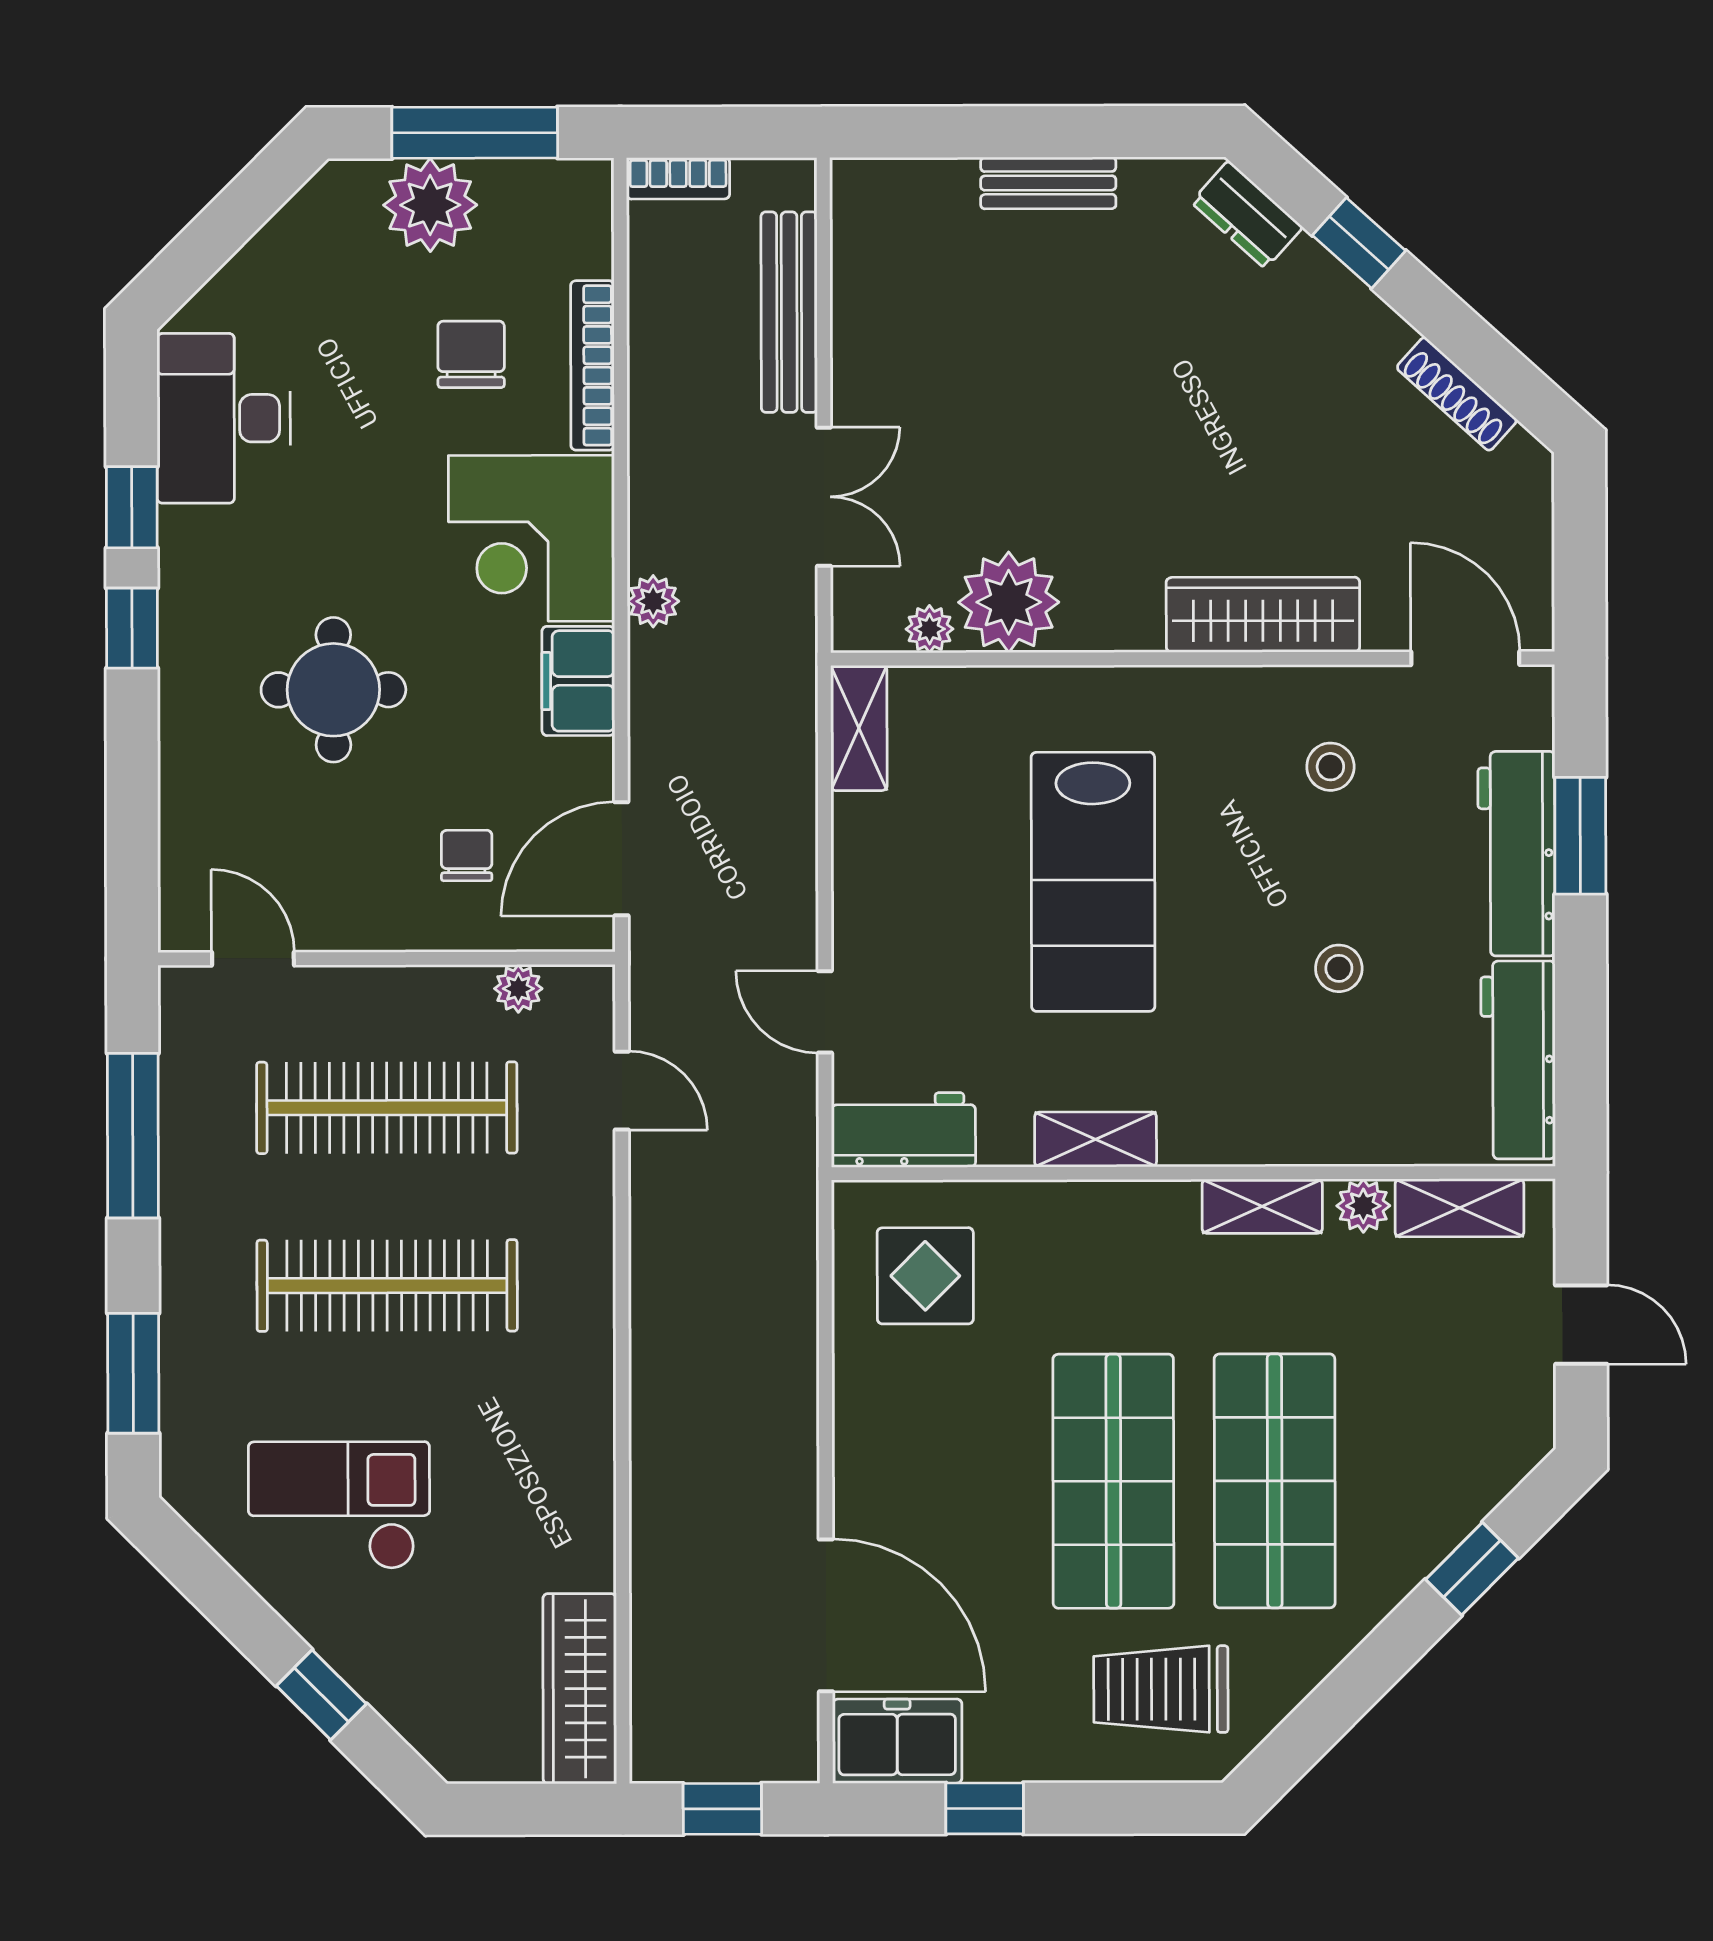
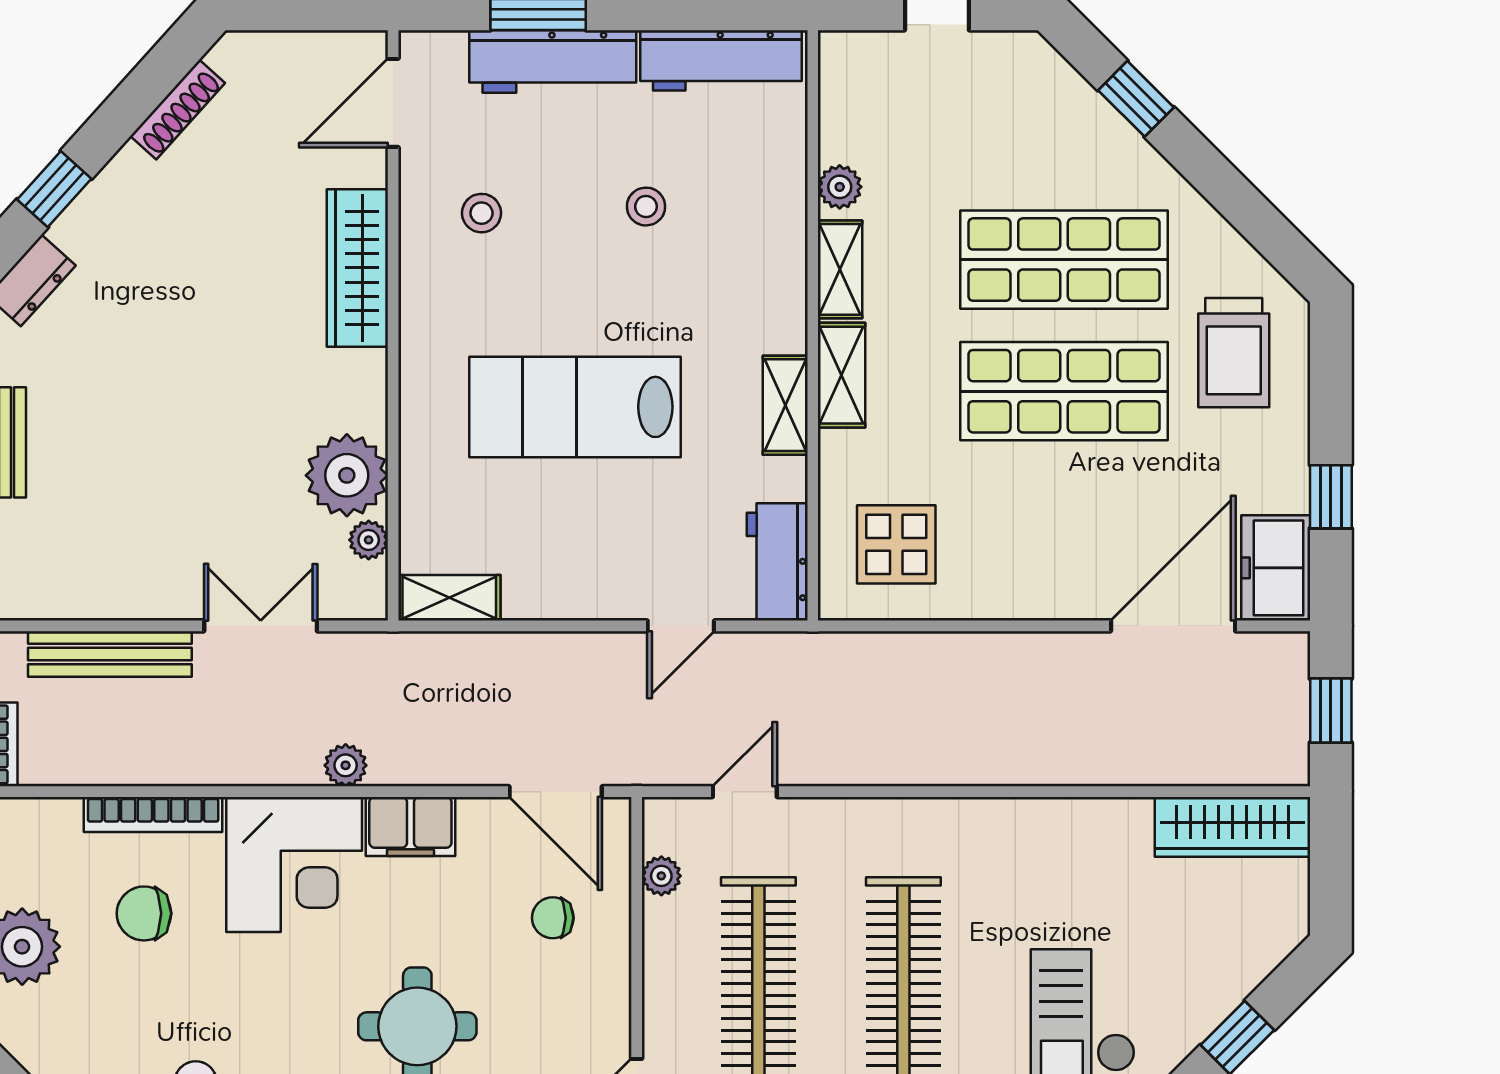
lab bench: (1093, 882) -> (575, 407), turned 180
shelving: (1459, 1208) -> (842, 375), moved

